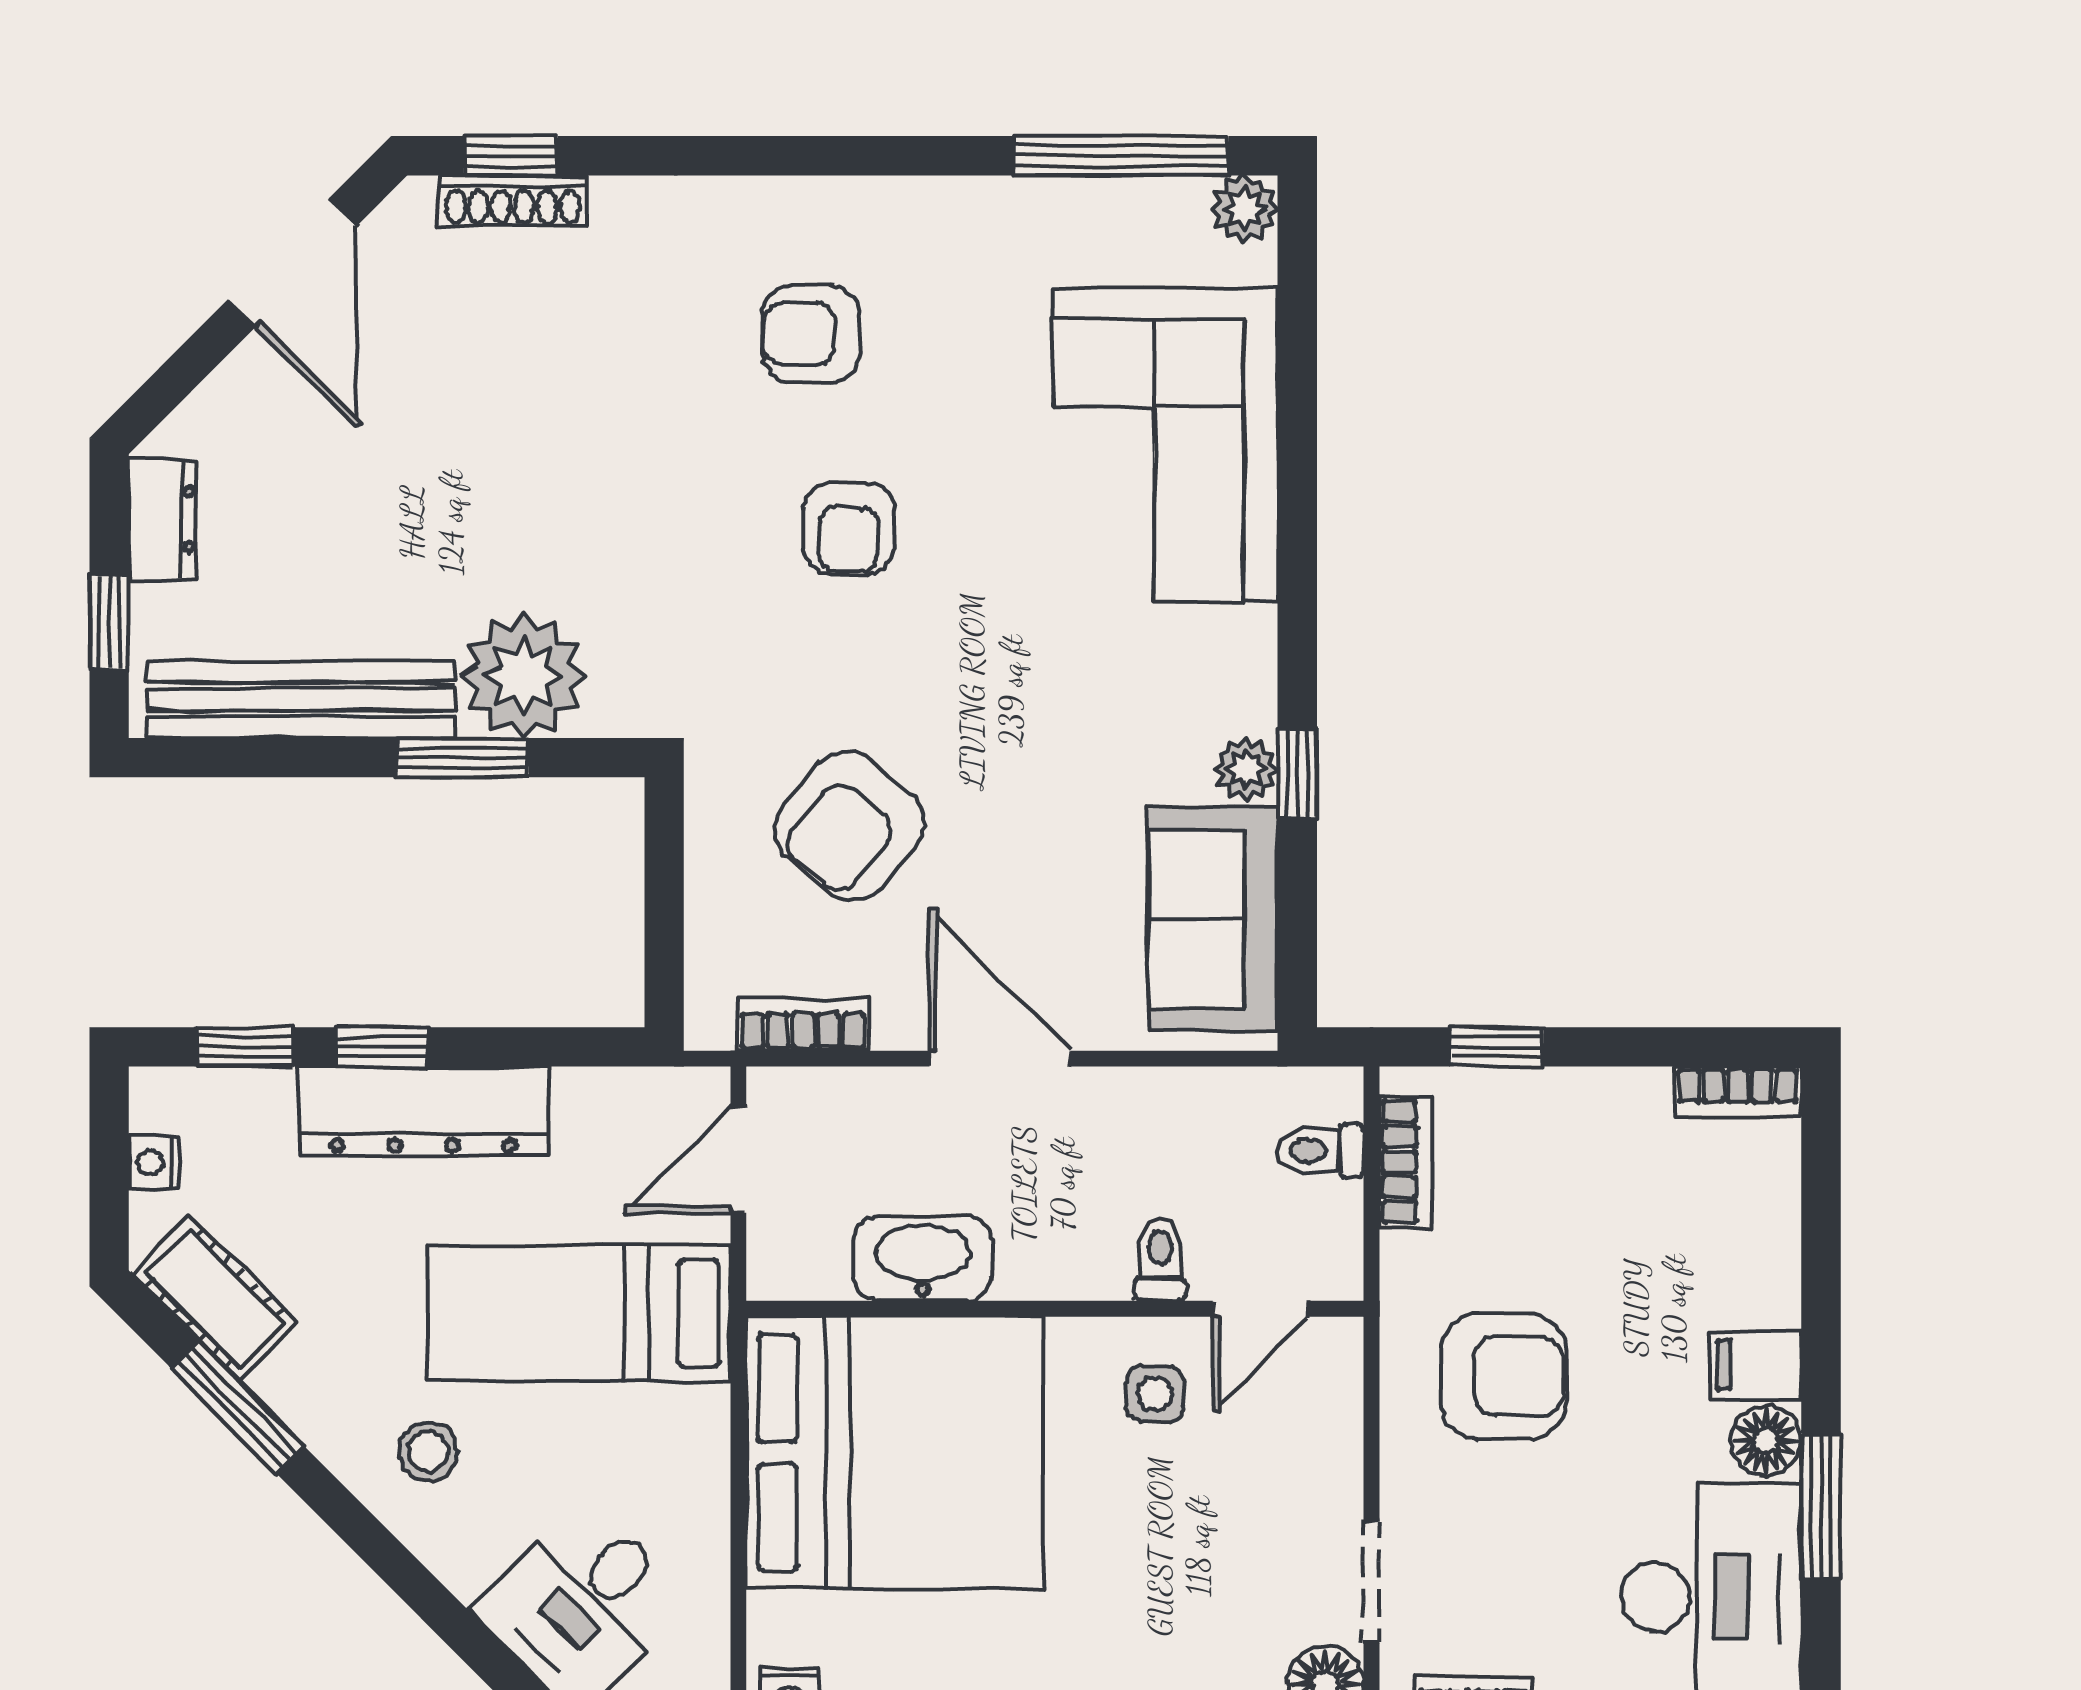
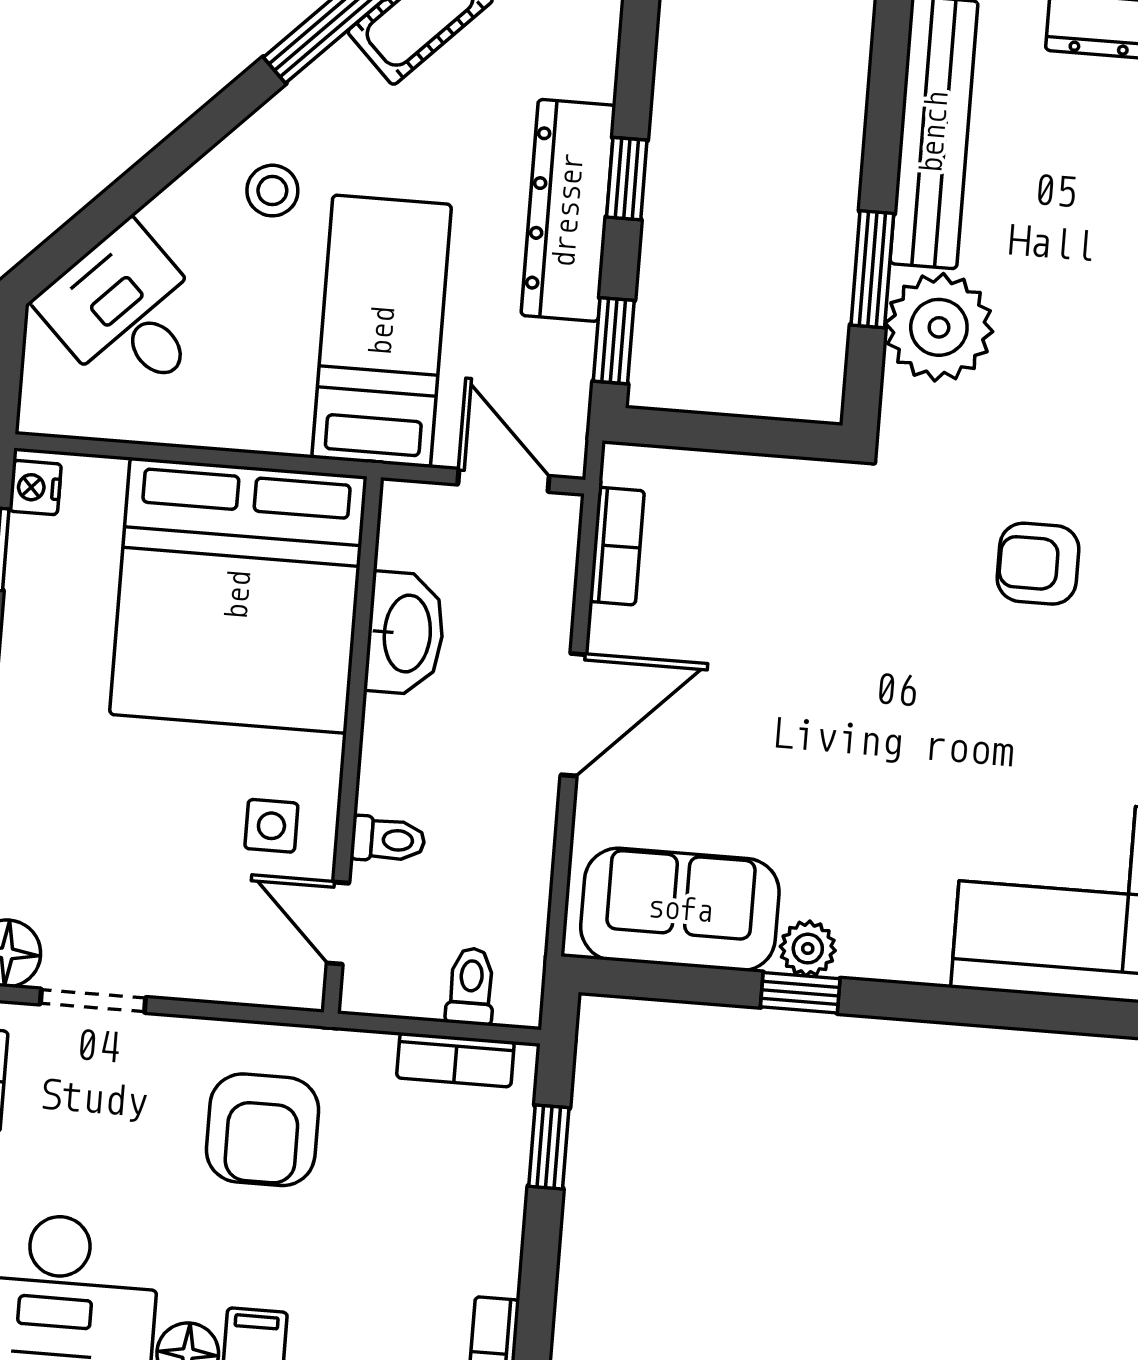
armchair: (849, 528) -> (1038, 564), moved
armchair: (849, 826) -> (786, 600), removed
window: (245, 1047) -> (614, 341), moved

